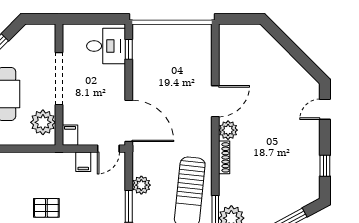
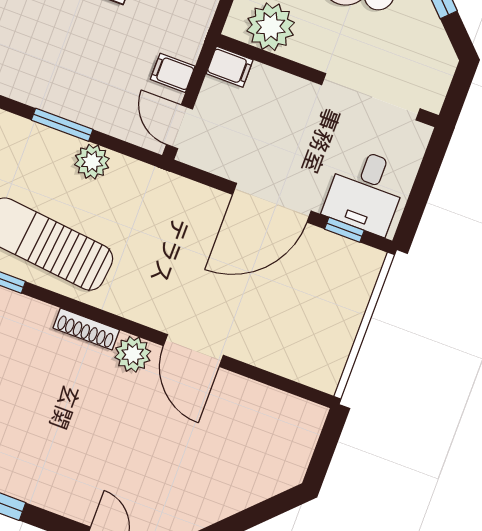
doorway: (59, 79) -> (371, 97), moved
door: (129, 121) -> (272, 203), moved

